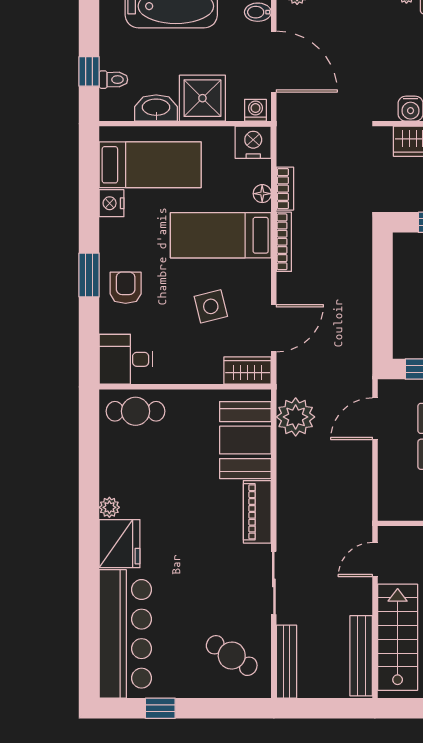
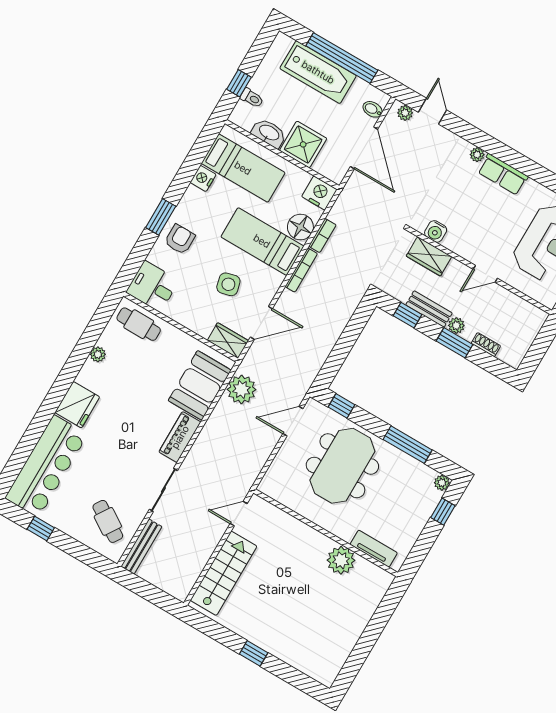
washing machine: (255, 110) -> (333, 173), removed
floor lamp: (262, 194) -> (300, 227), width x1.89, depth x1.89
plant: (109, 507) -> (98, 354), moved
bench: (361, 656) -> (193, 571), removed

